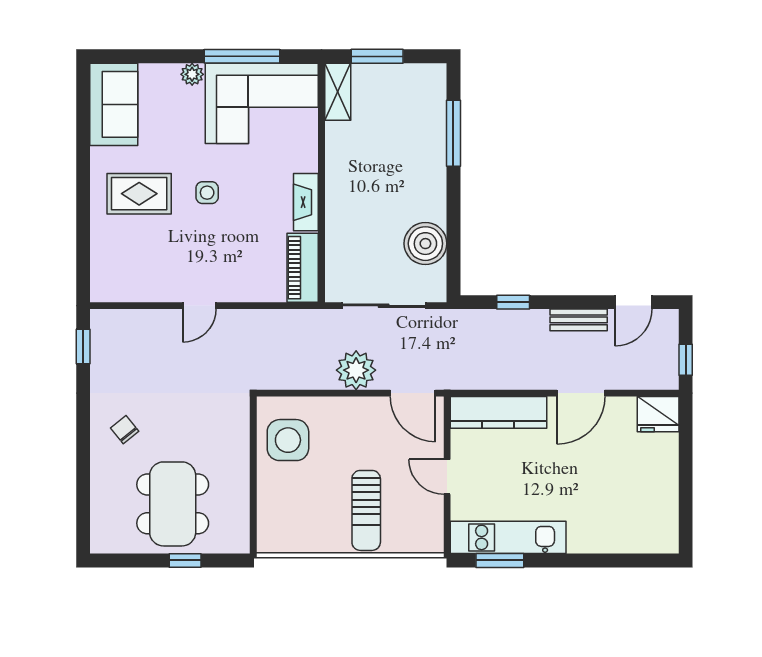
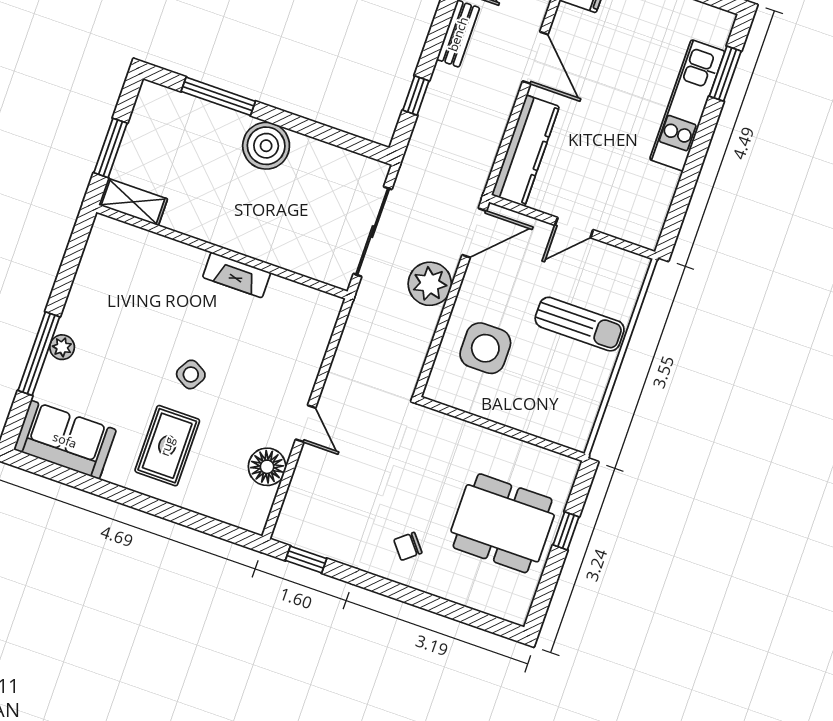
window: (242, 56) -> (39, 354), moved
corner sofa: (262, 103) -> (118, 285), removed
side table: (207, 193) -> (191, 374), turned 30
boiler: (425, 244) -> (266, 146), moved
piano: (303, 268) -> (304, 302), removed
floor lamp: (151, 285) -> (267, 467), added
side table: (288, 440) -> (485, 348), moved
kitchen unit: (508, 537) -> (687, 105), moved
window: (500, 560) -> (725, 74), moved

